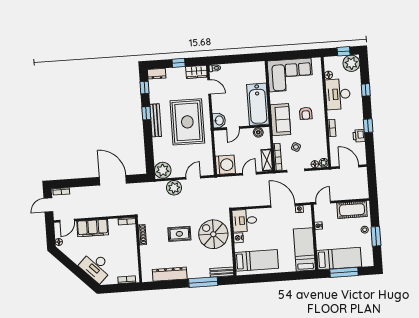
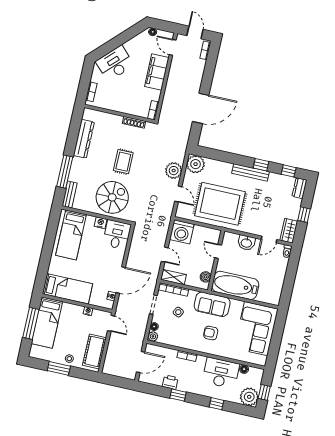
washbasin: (219, 120) -> (246, 243), moved
rug: (187, 122) -> (220, 204), moved

